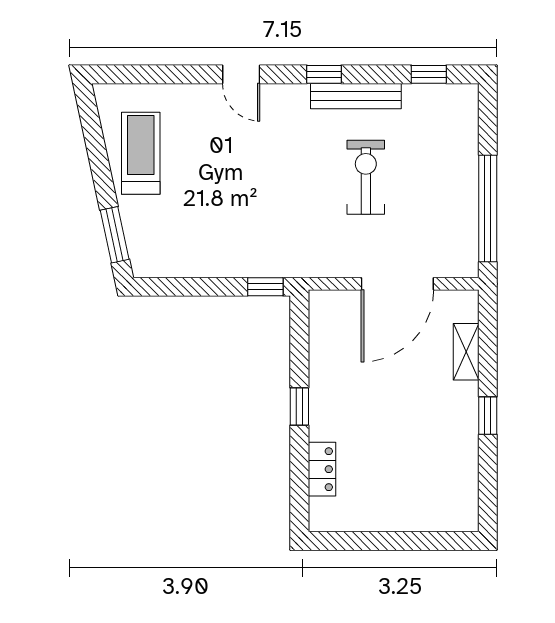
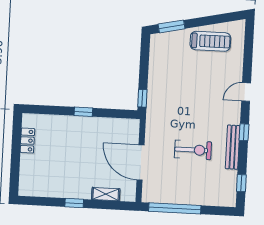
locker: (322, 469) -> (27, 141), moved, turned -90

